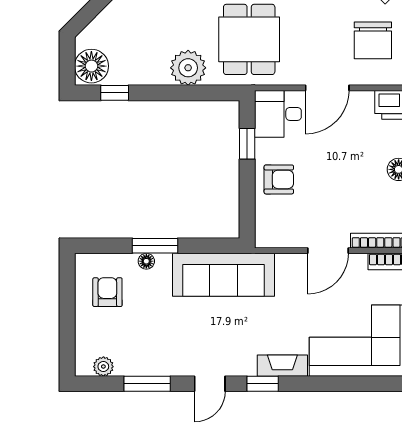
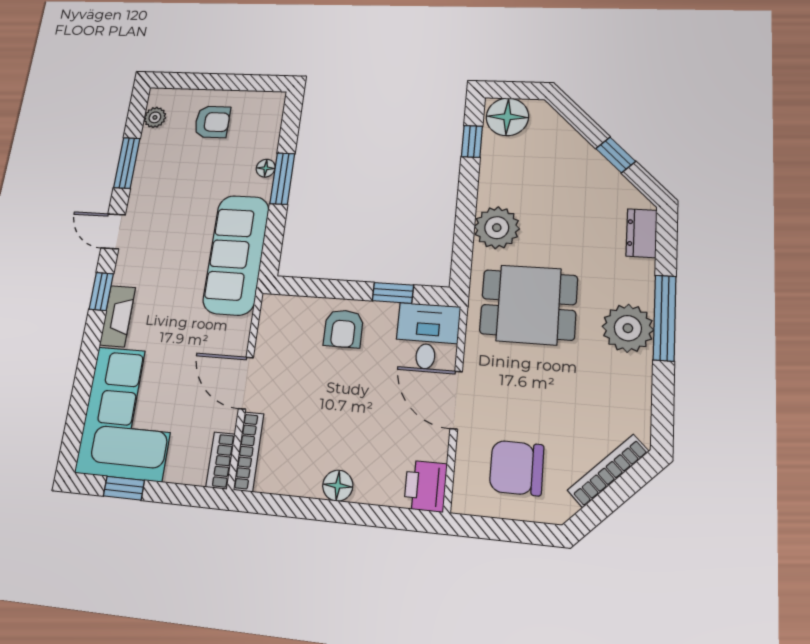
armchair: (107, 292) -> (212, 122), moved

